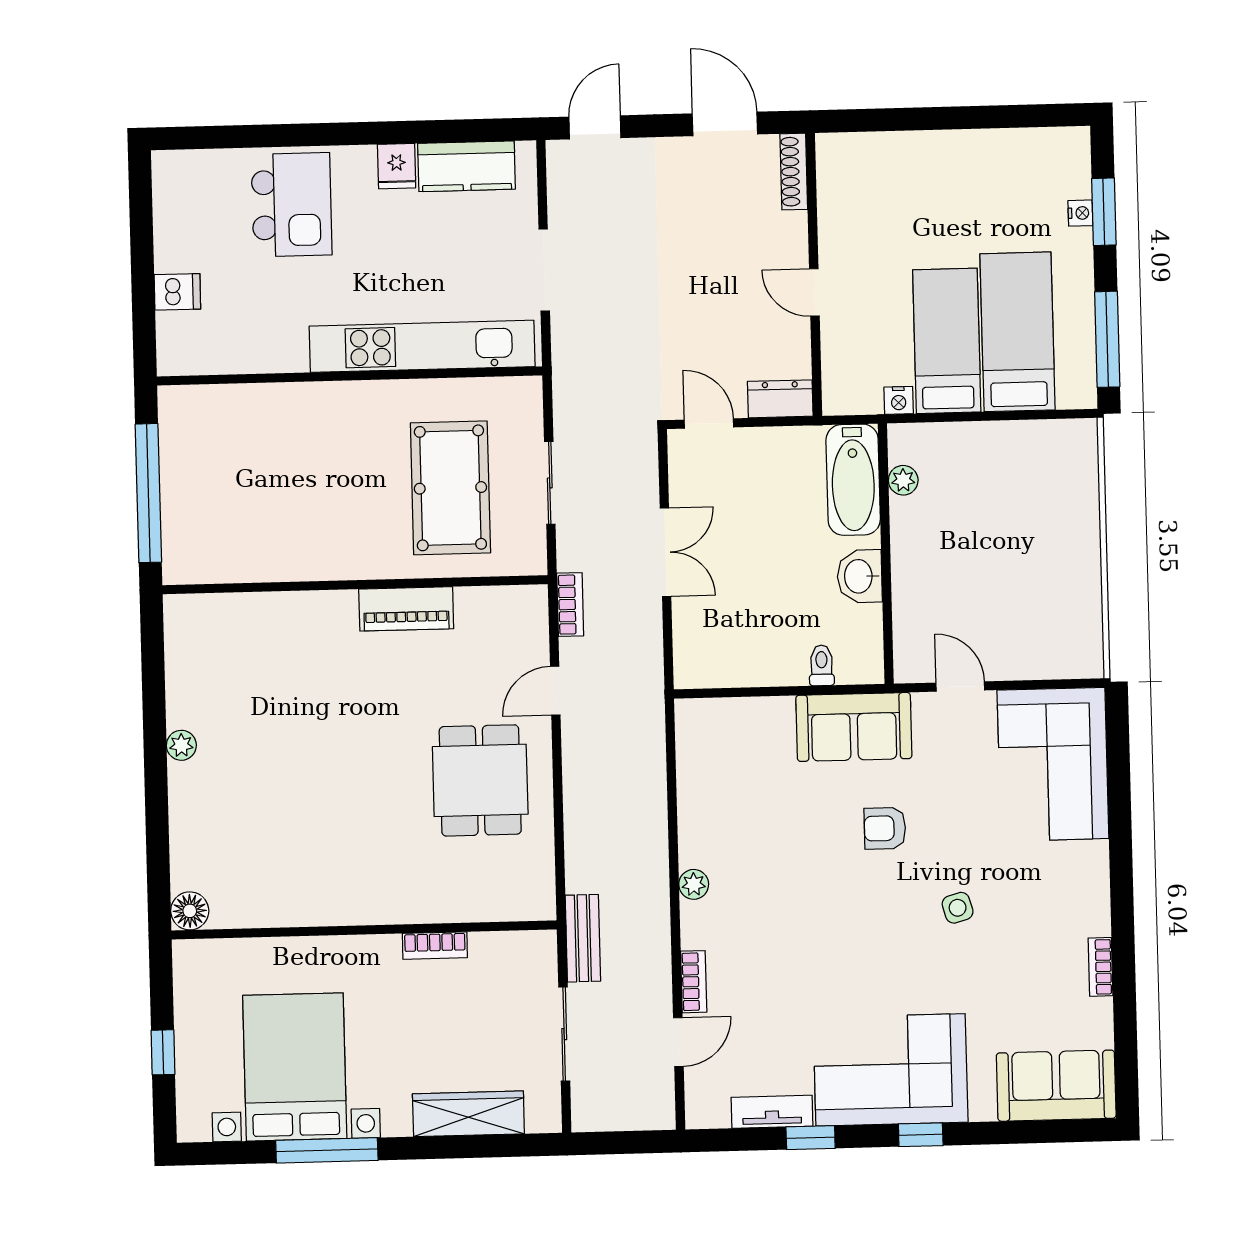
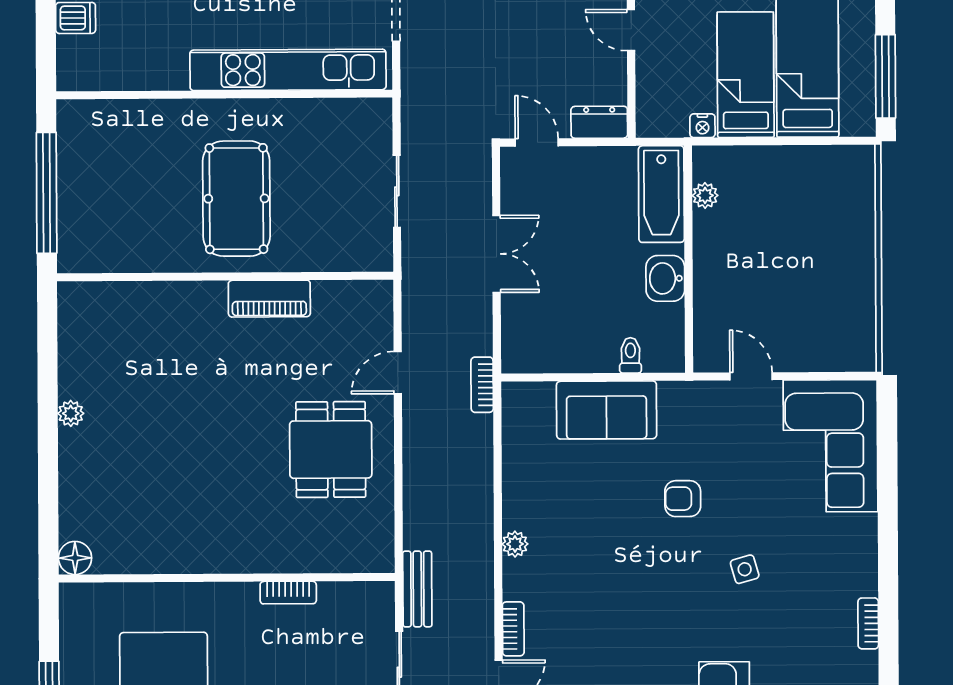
pool table: (450, 488) -> (236, 199), moved
bookcase: (570, 604) -> (482, 385), moved, turned 180
sofa: (854, 727) -> (607, 410), moved

